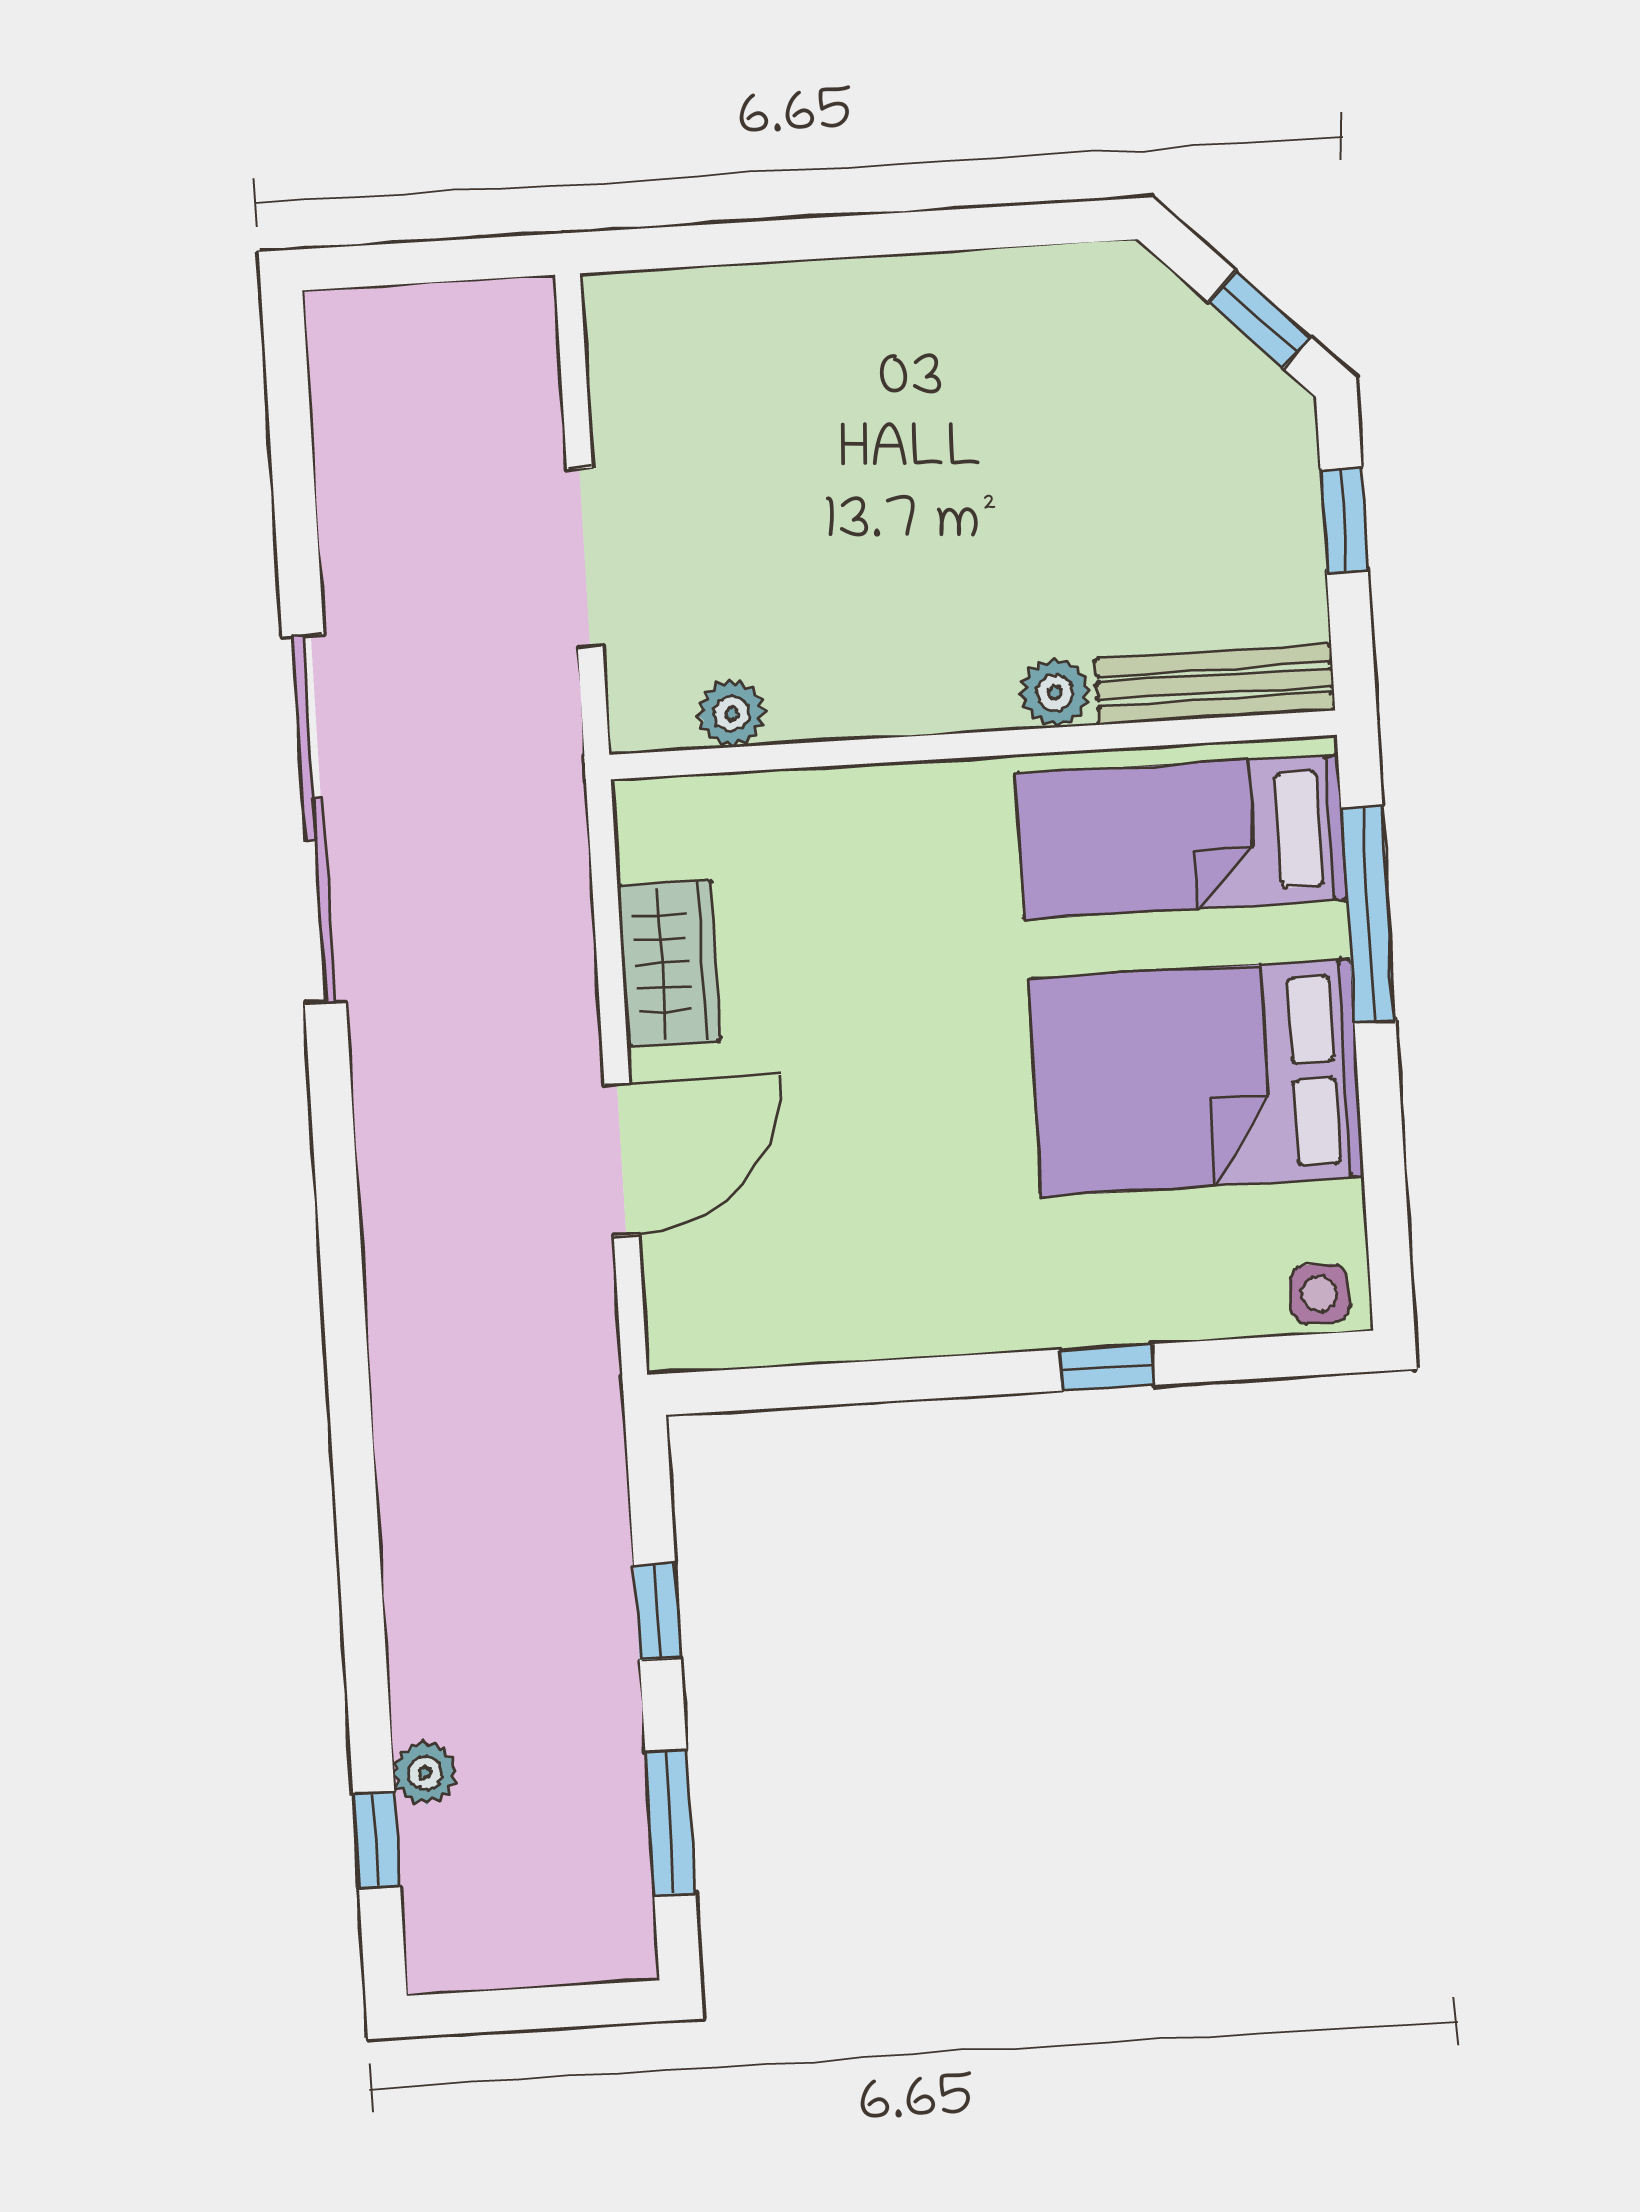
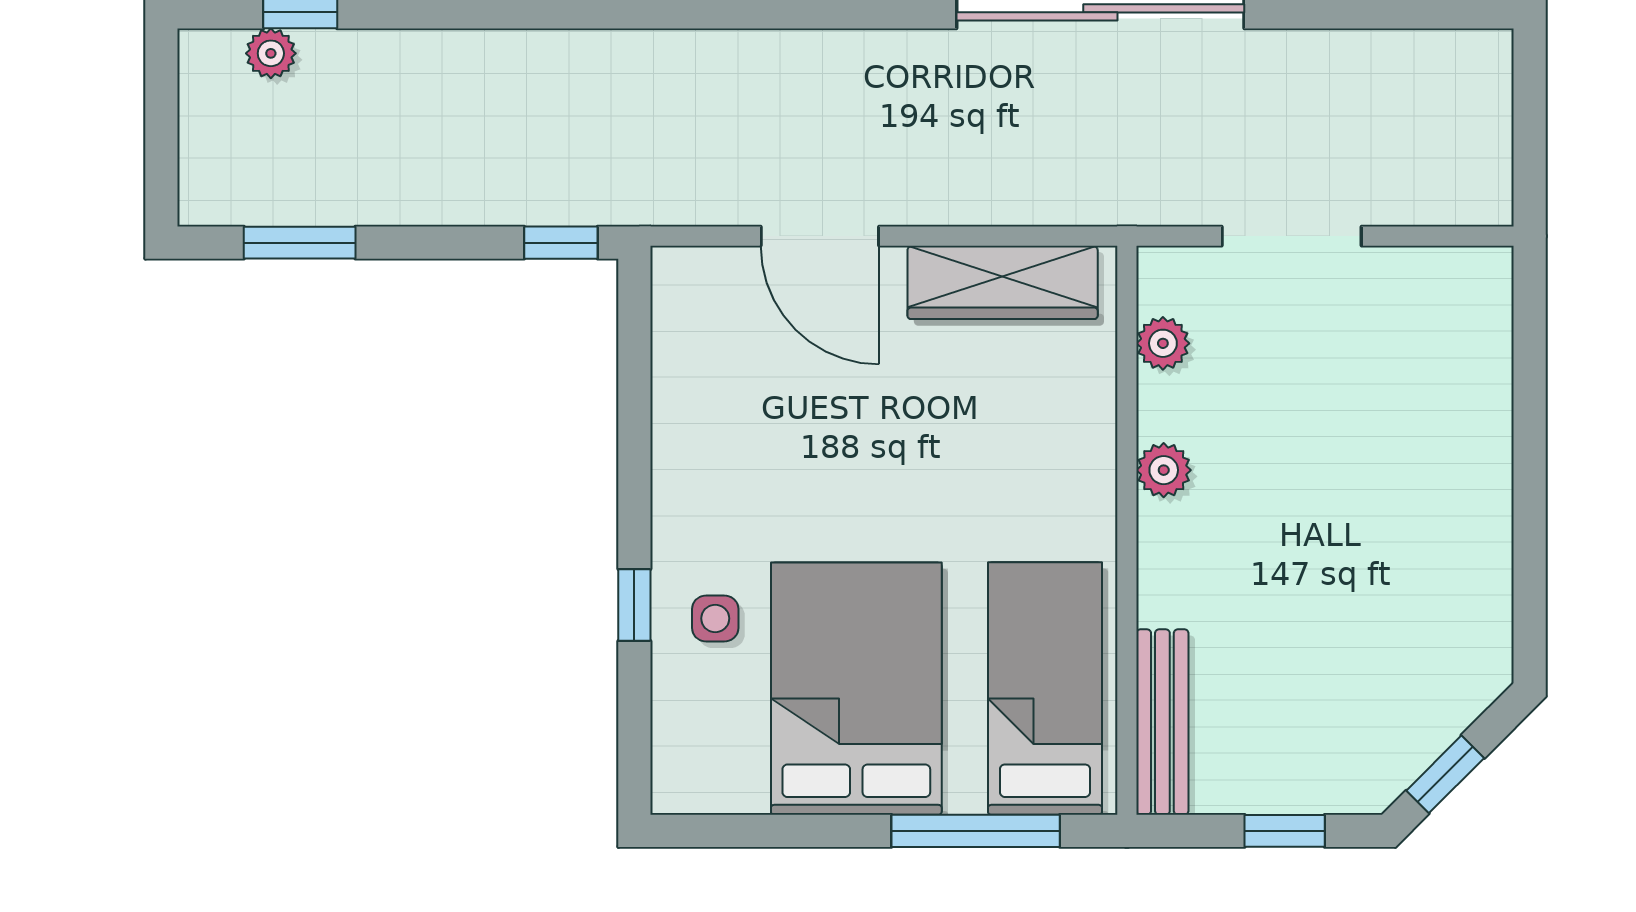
plant: (1055, 693) -> (1164, 470), moved
wardrobe: (669, 963) -> (1003, 282), width x1.50
side table: (1319, 1294) -> (715, 618), moved
window: (657, 1612) -> (561, 243), moved
plant: (425, 1773) -> (271, 53), moved

